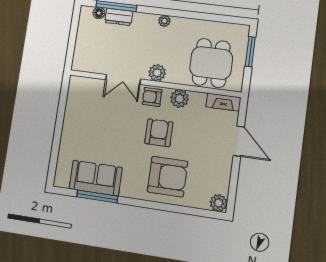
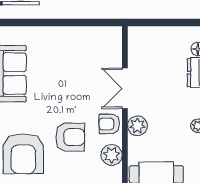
armchair: (152, 97) -> (109, 124), turned -90

